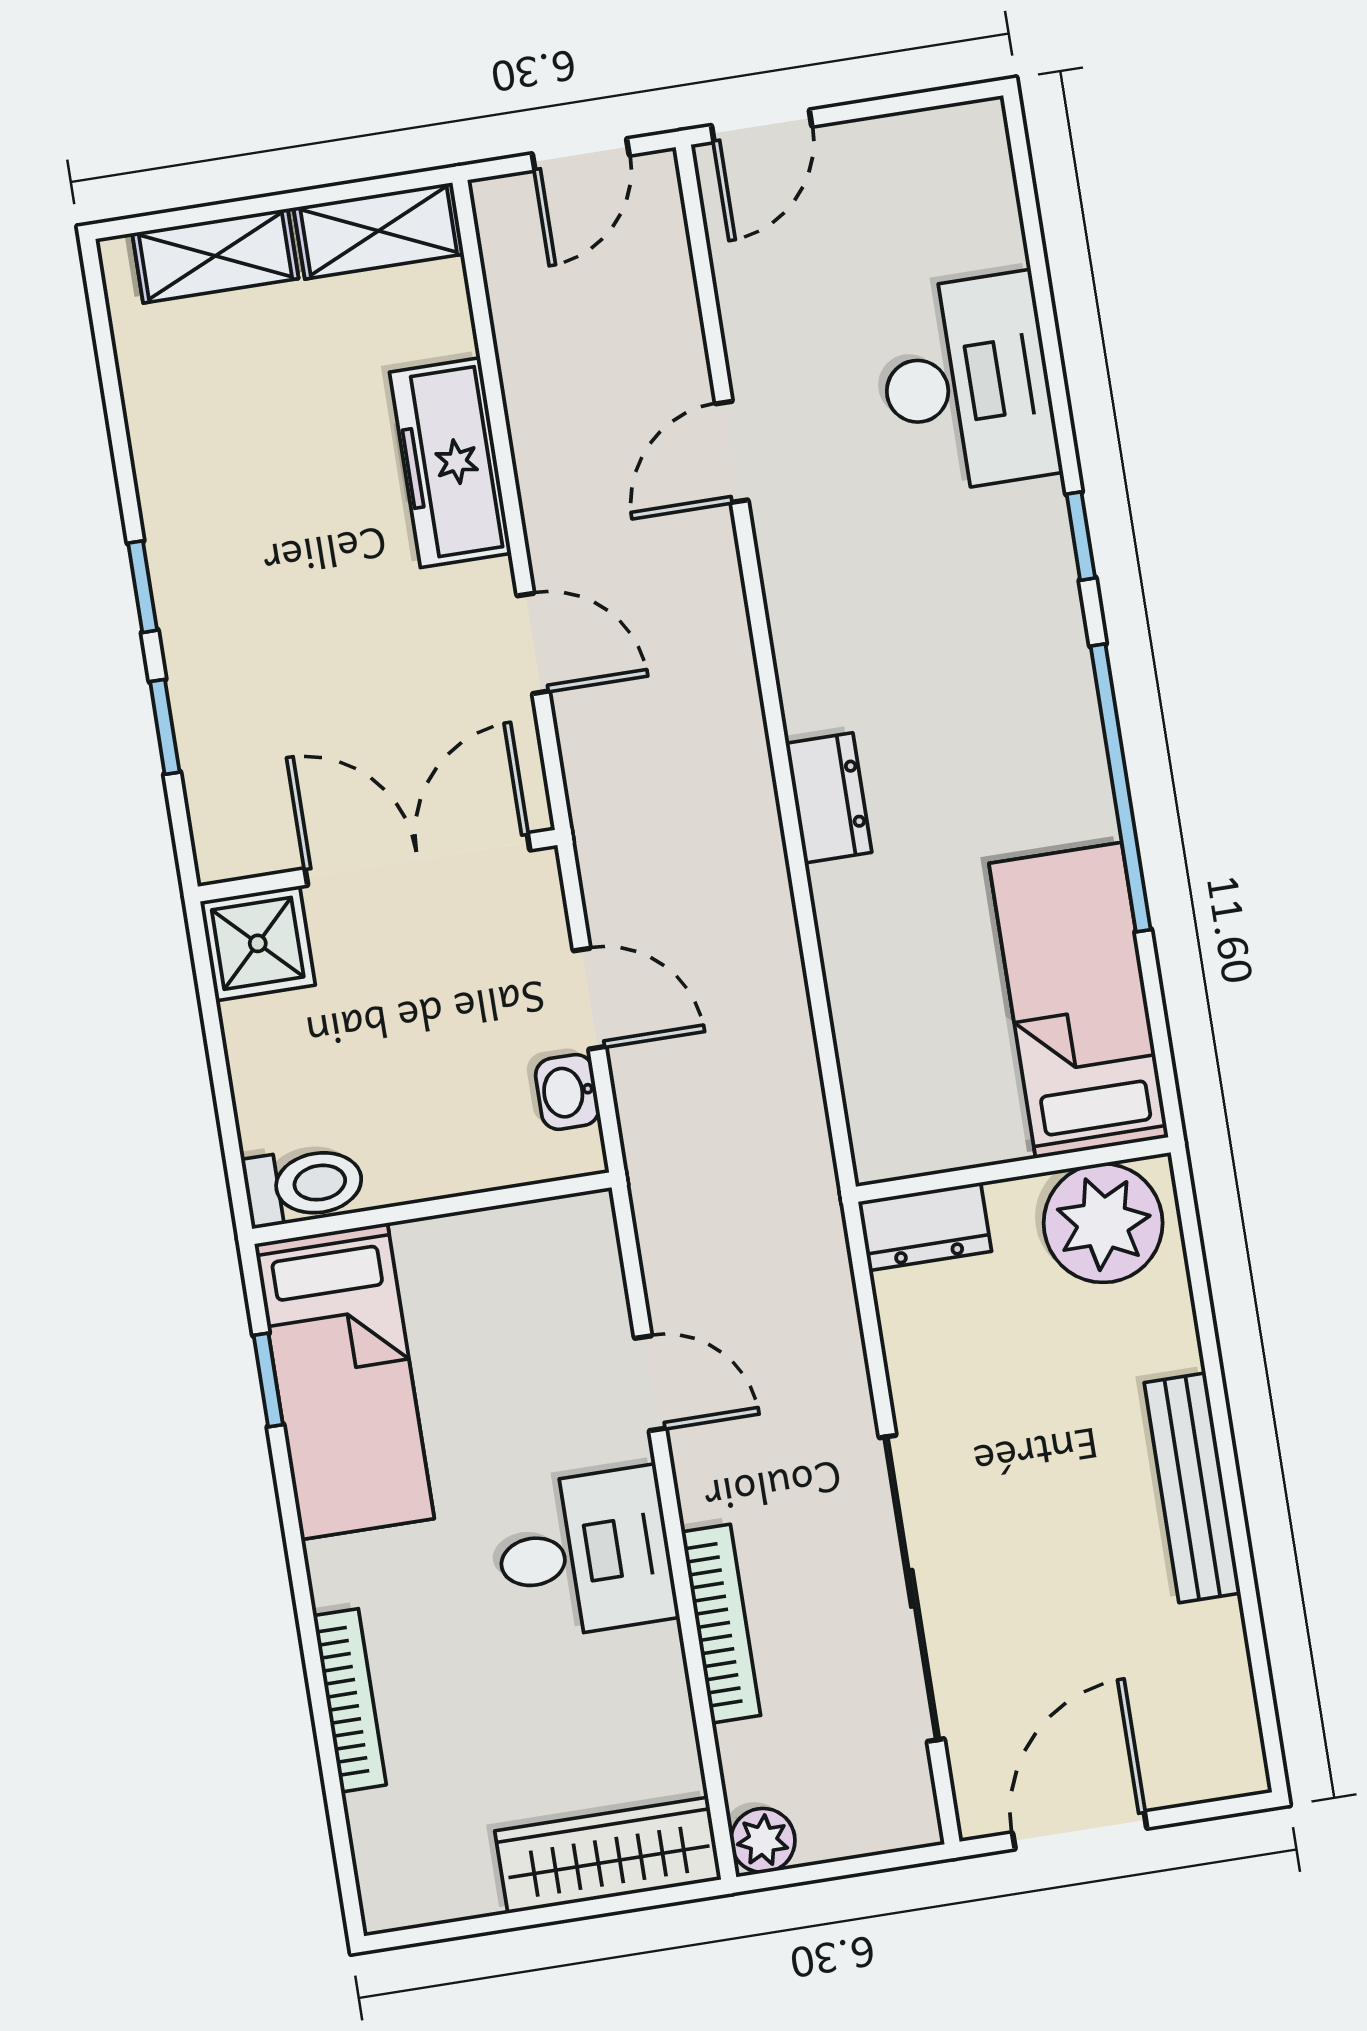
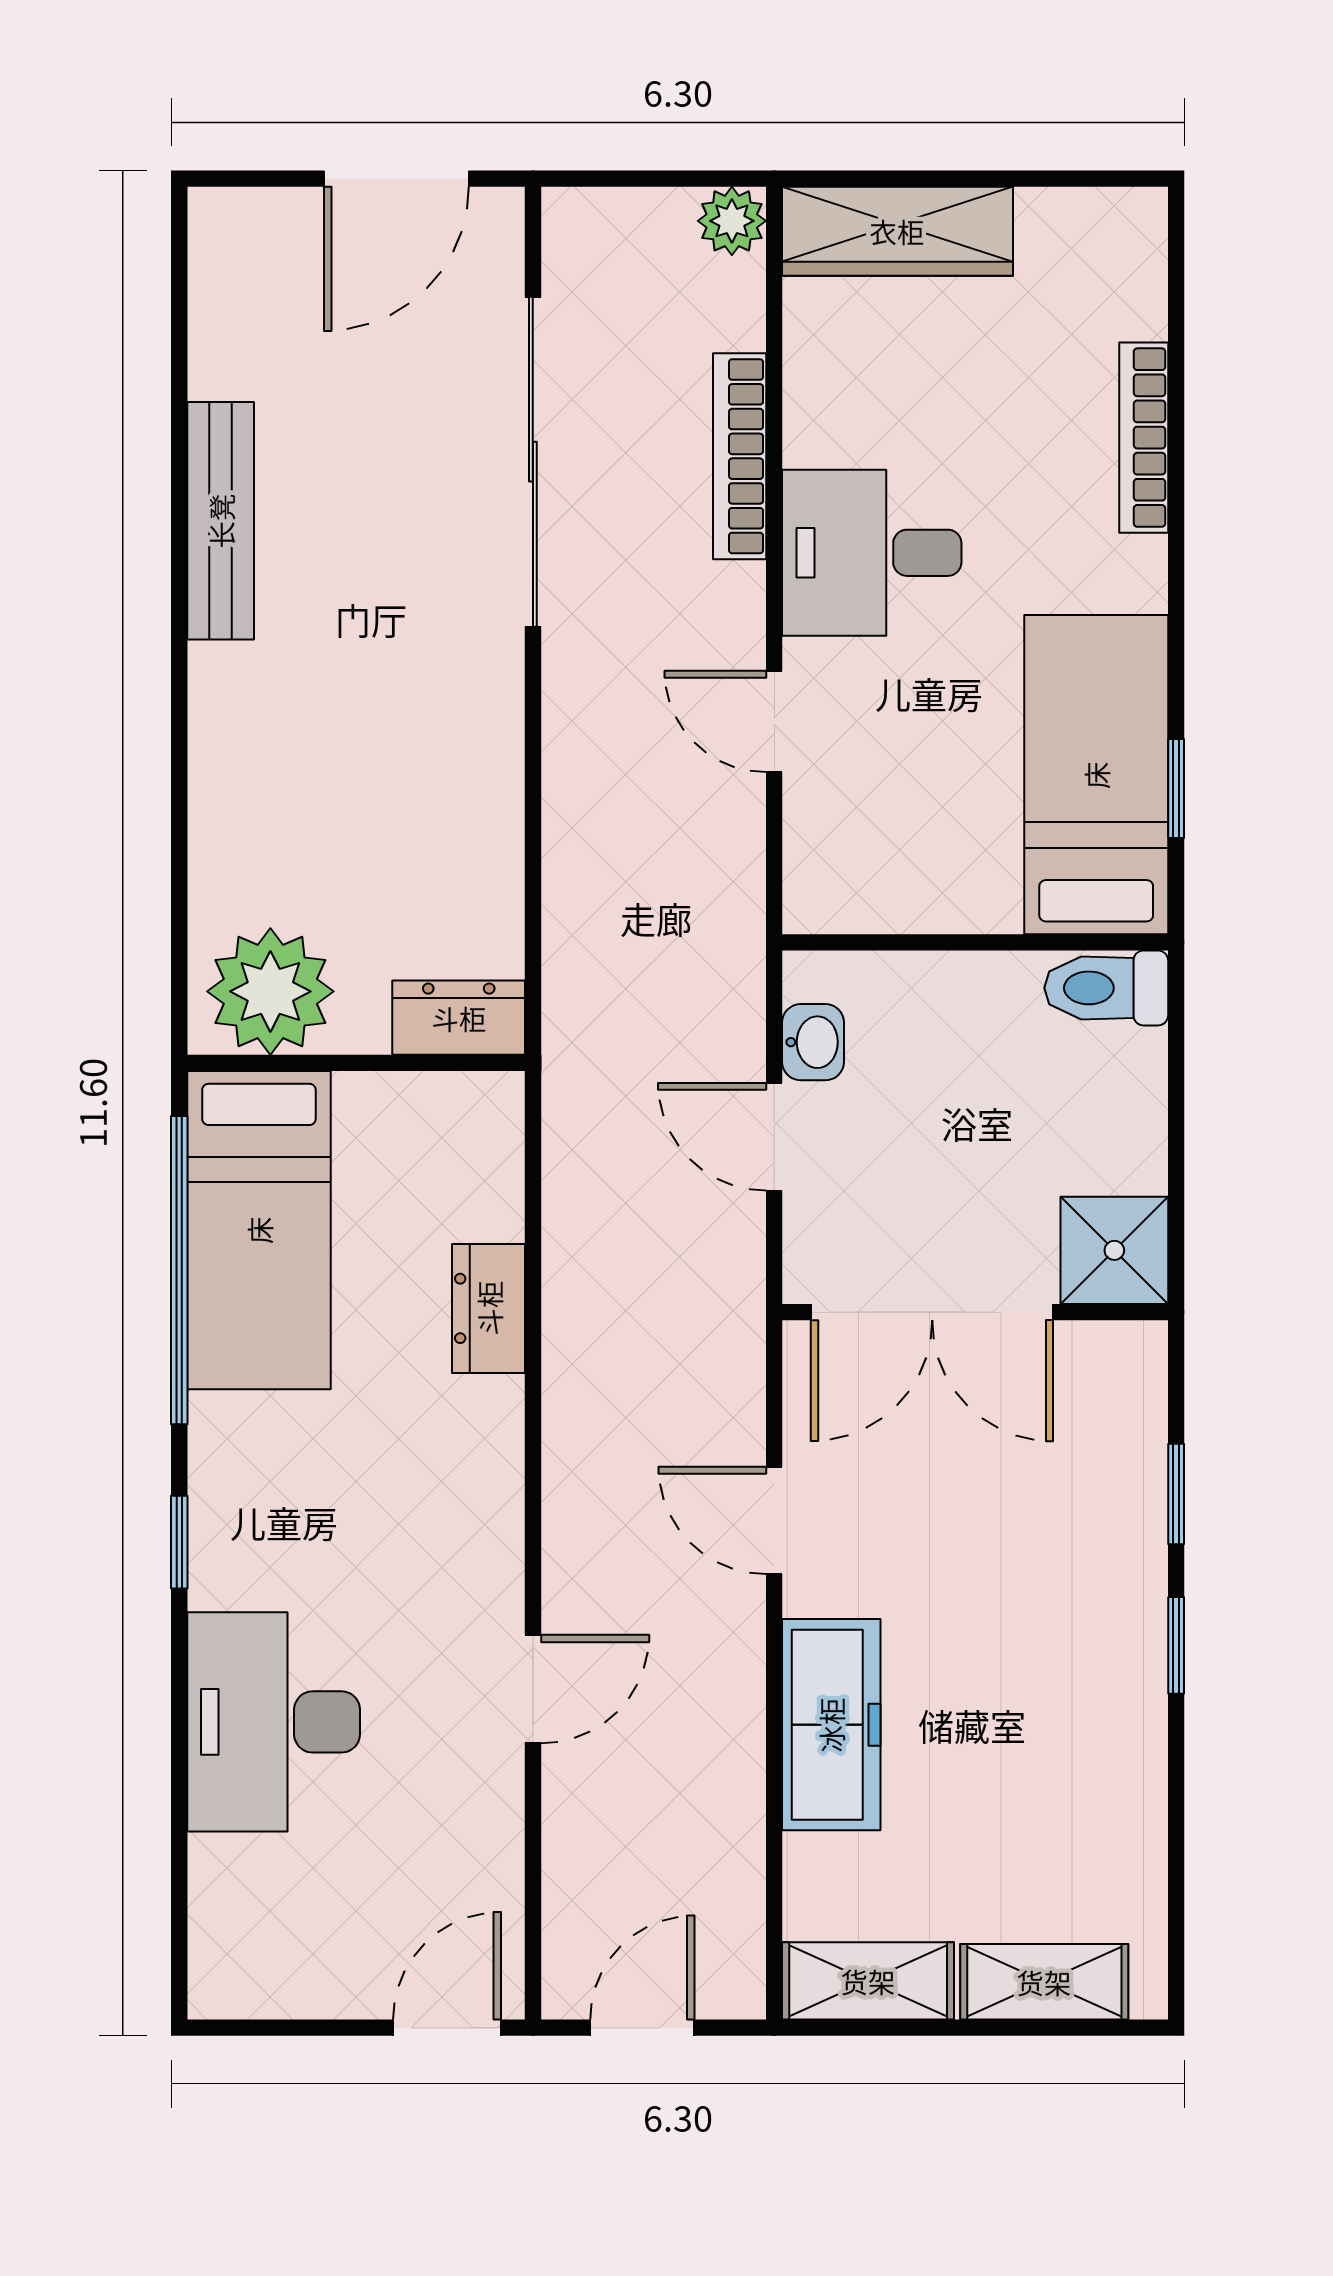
bed: (1079, 1000) -> (259, 1230), moved
wall: (1013, 1169) -> (356, 1063), moved
plant: (1103, 1223) -> (270, 991), moved
dresser: (925, 1226) -> (459, 1018), moved

